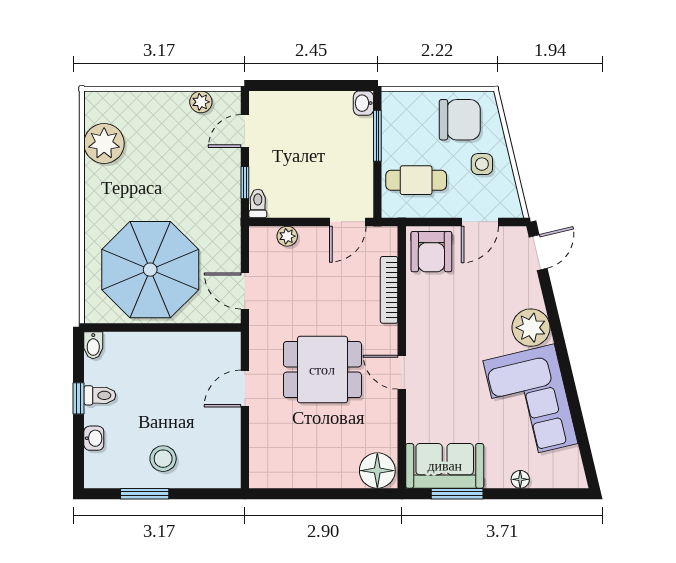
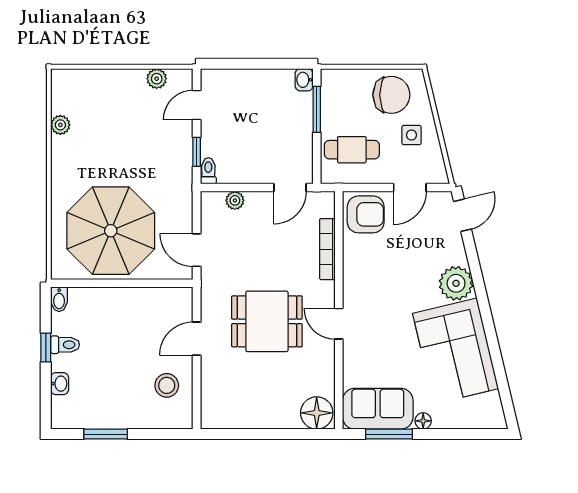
plant: (104, 143) -> (60, 125), width x0.53, depth x0.53
armchair: (431, 252) -> (366, 214), turned -90
stool: (163, 459) -> (167, 385), moved
floor lamp: (520, 479) -> (423, 421), moved

